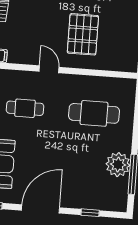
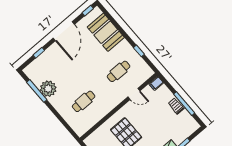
door: (49, 69) -> (134, 94), moved
cafe table: (94, 113) -> (84, 101), width x0.73, depth x0.74

